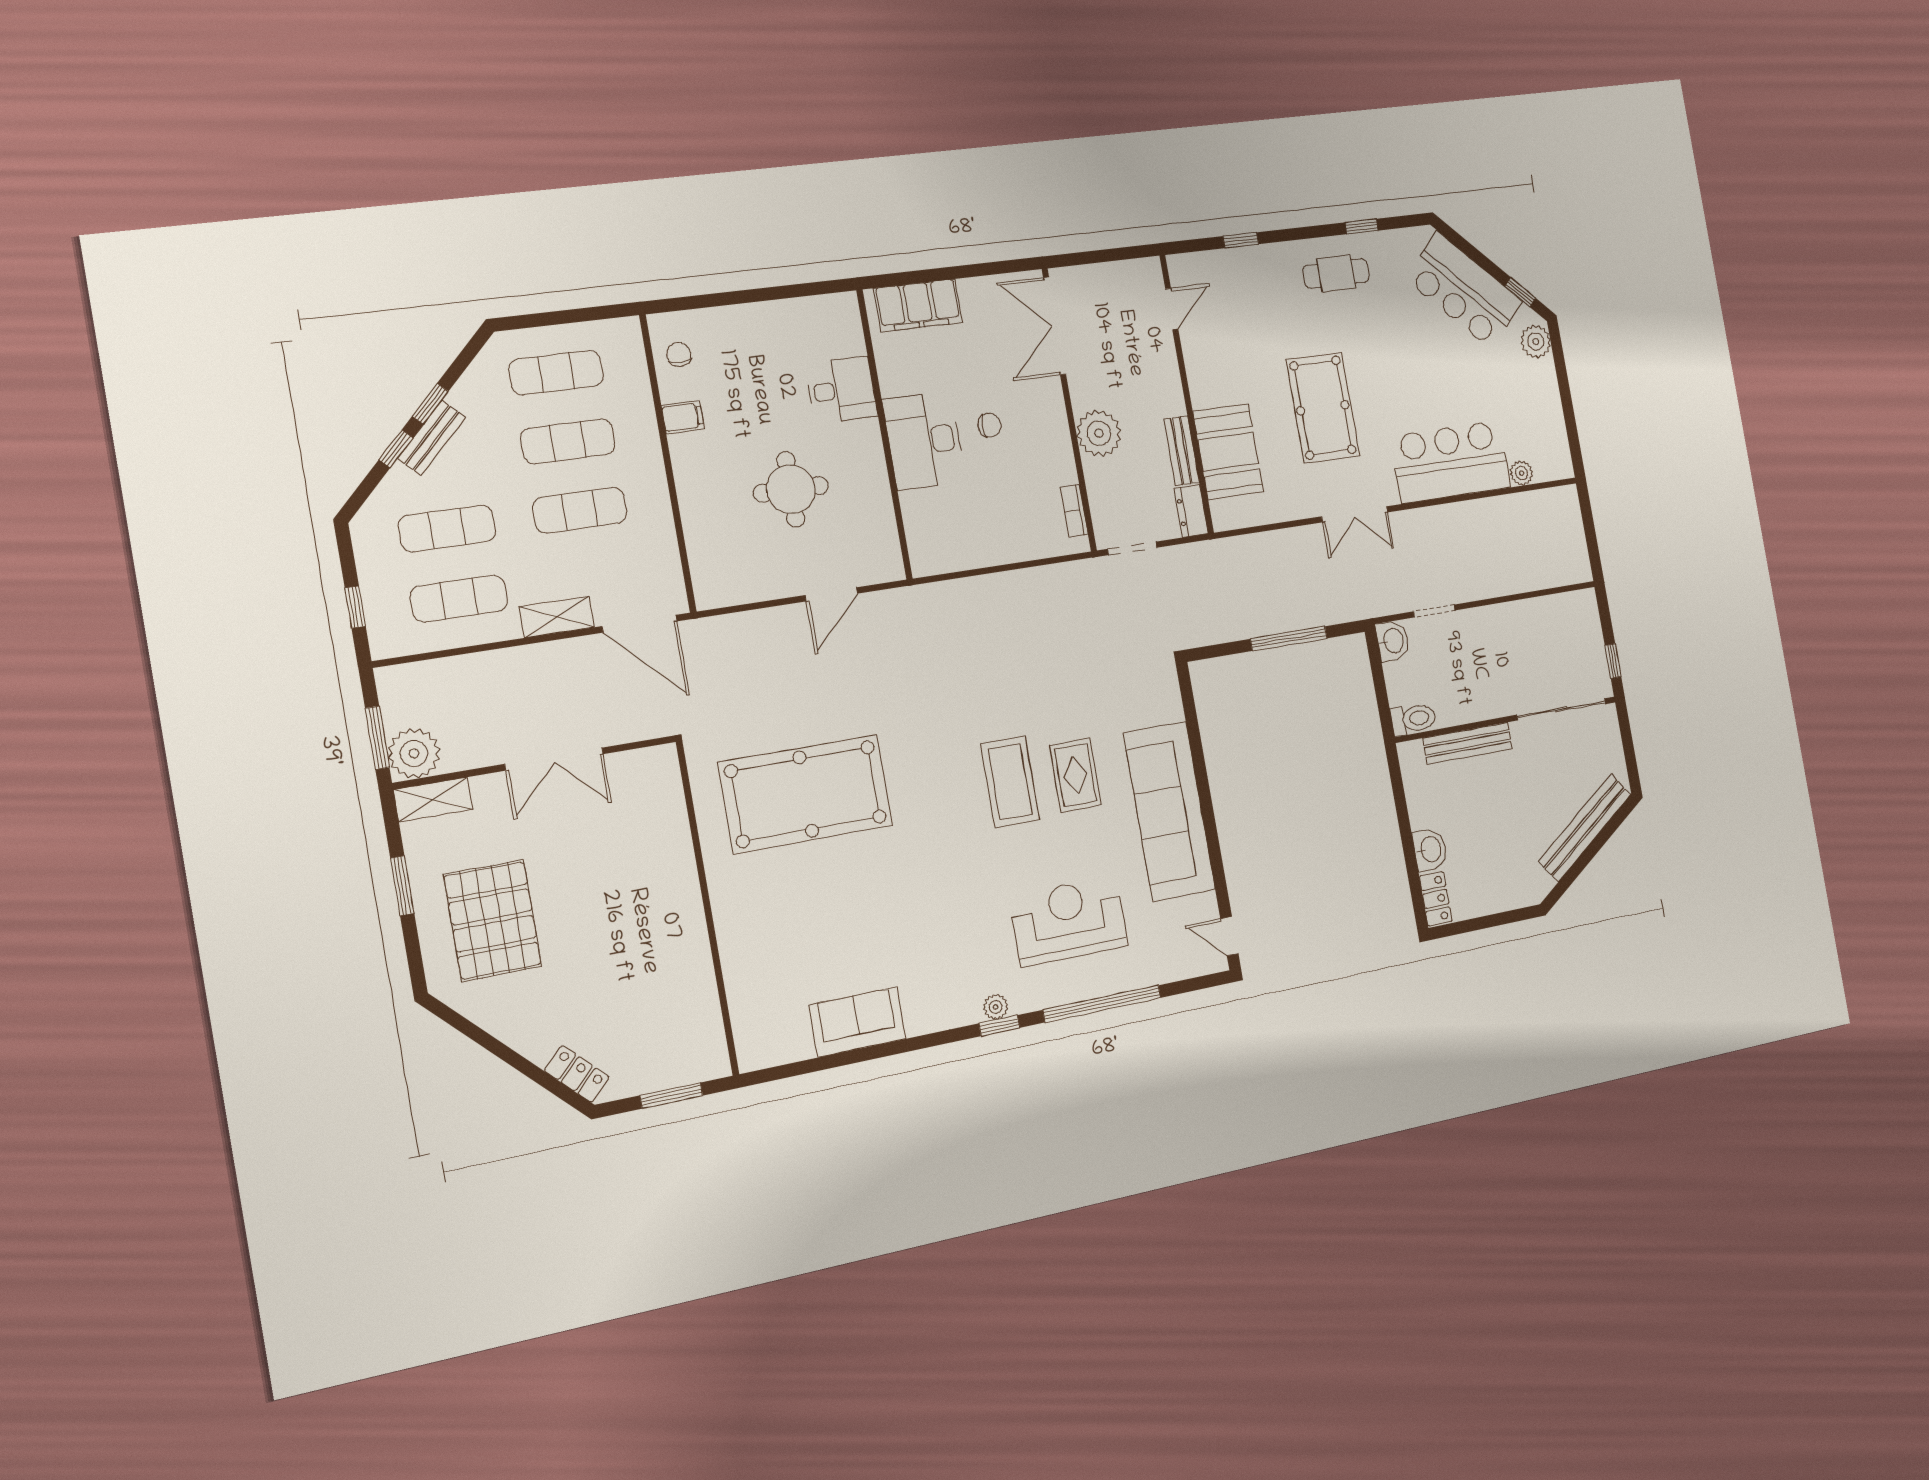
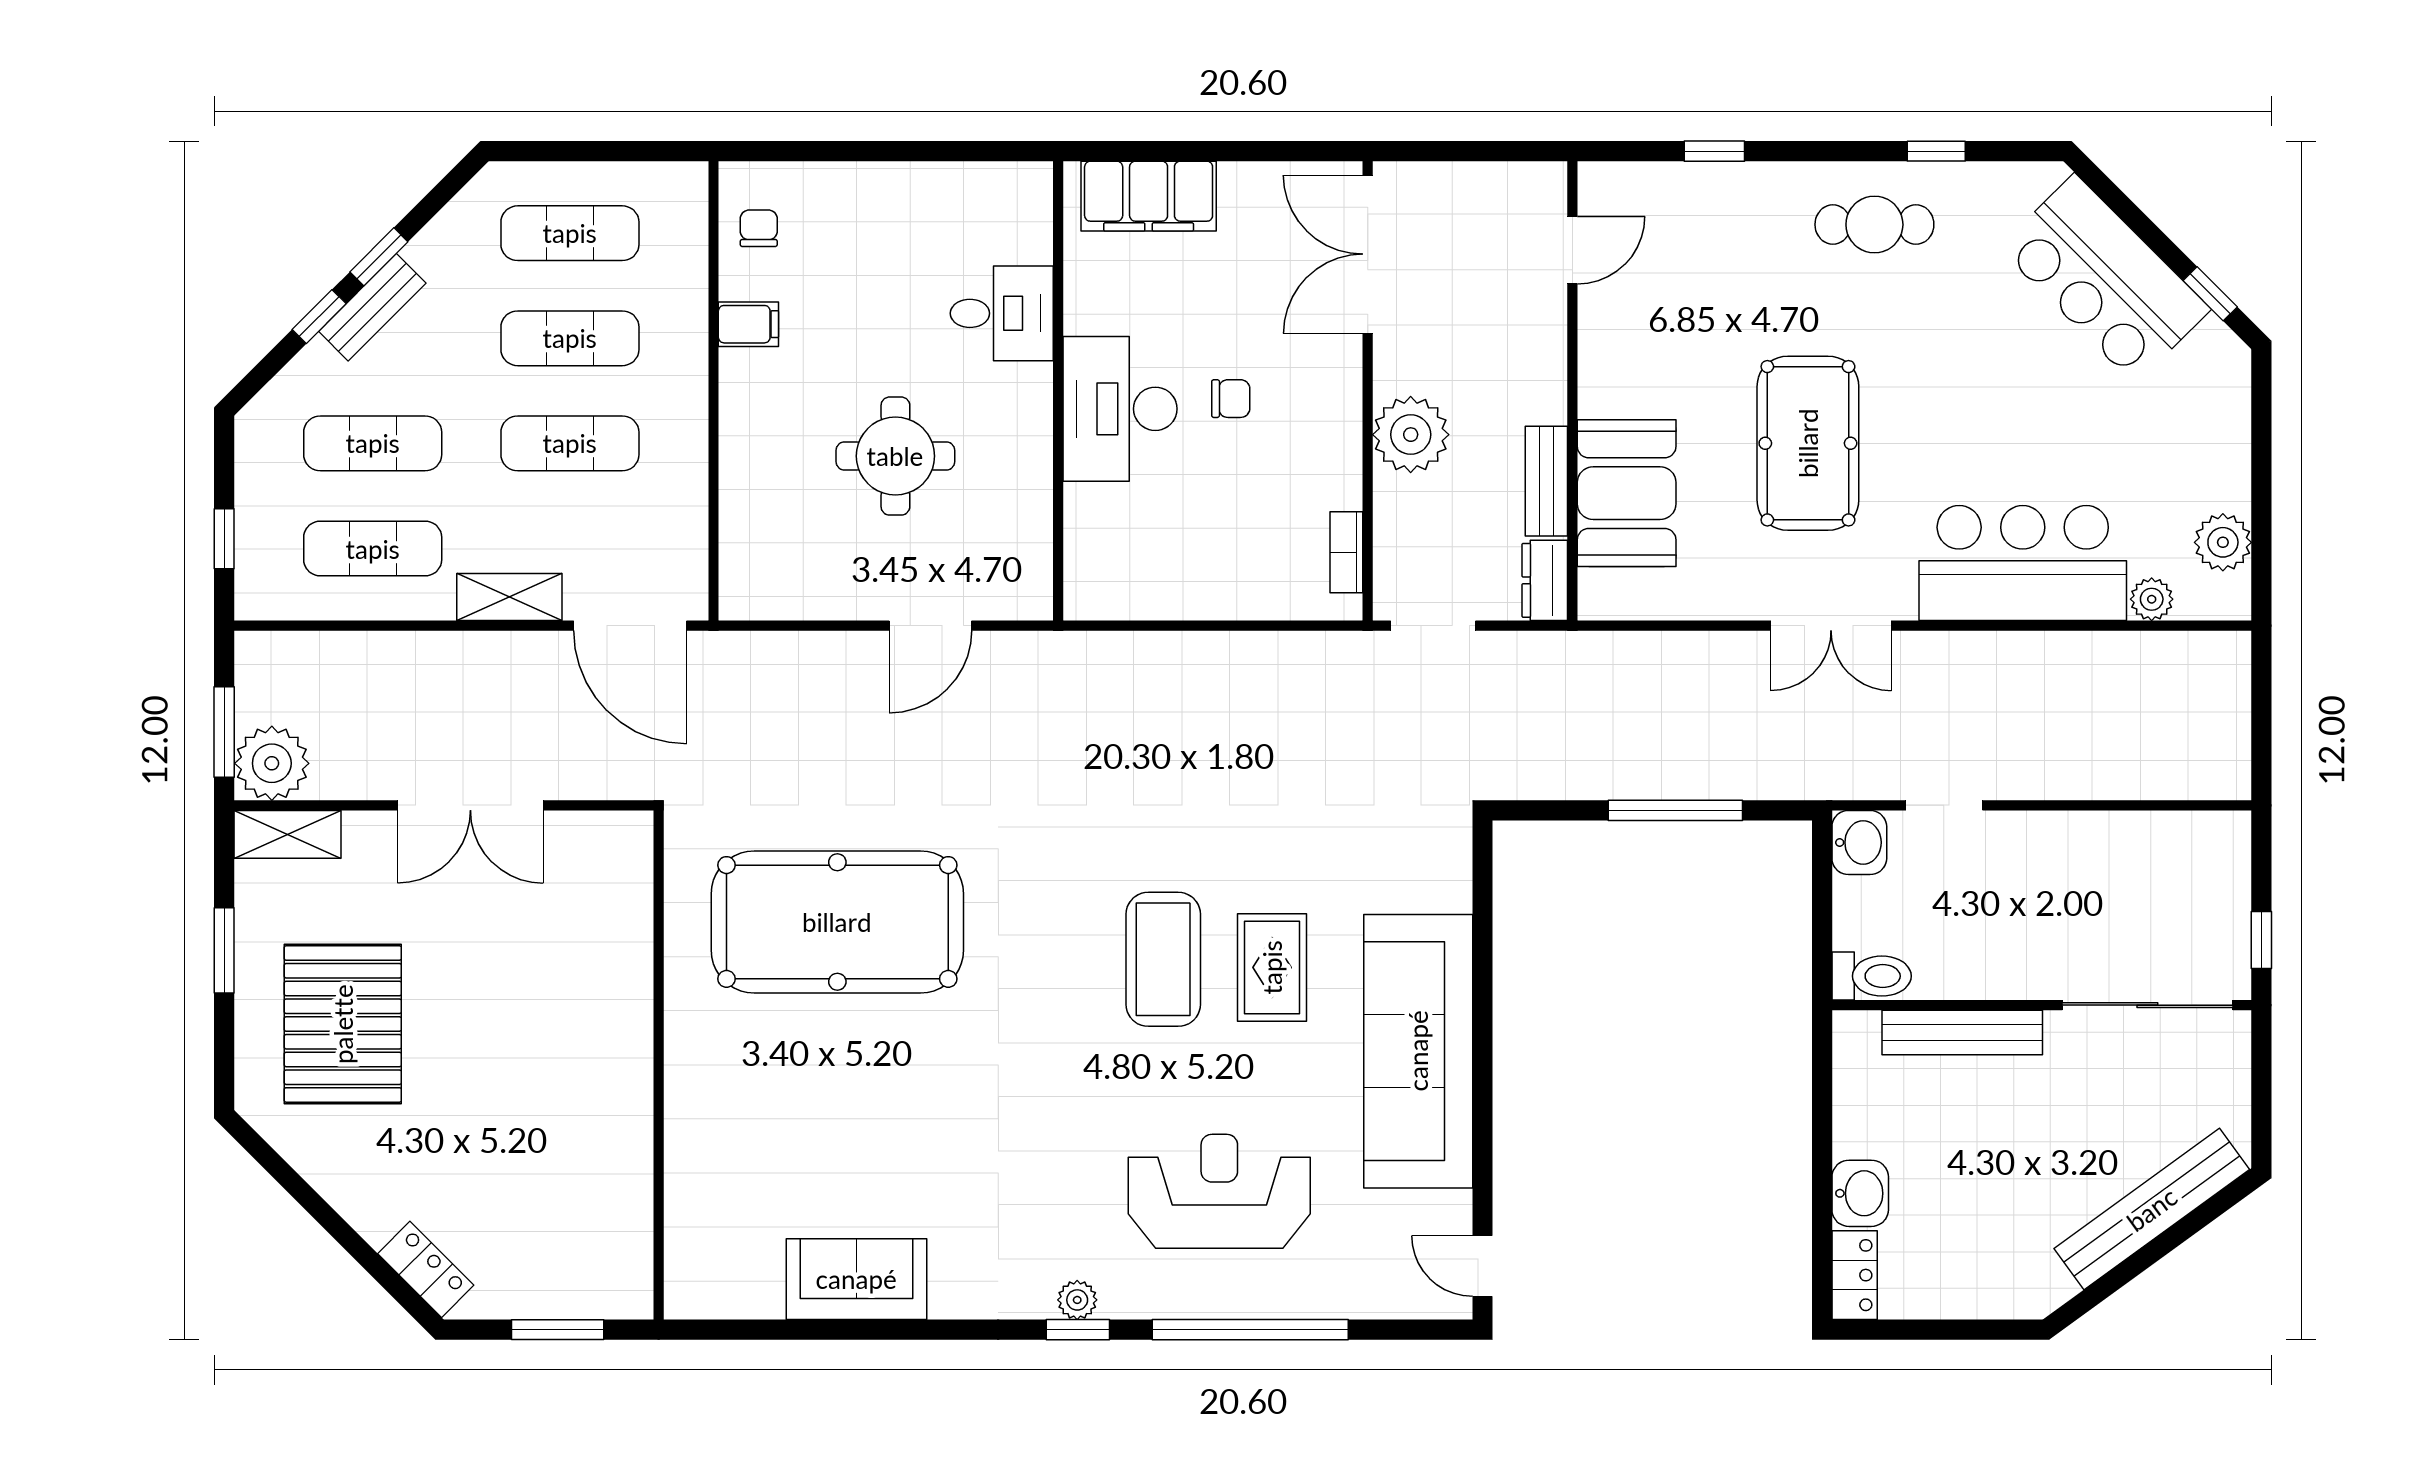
plant: (1536, 341) -> (2223, 542), moved

